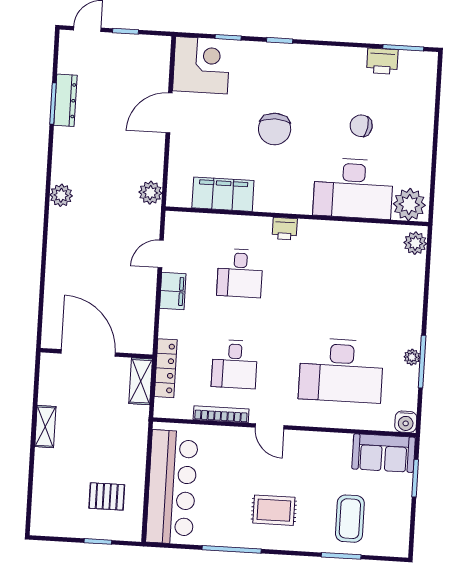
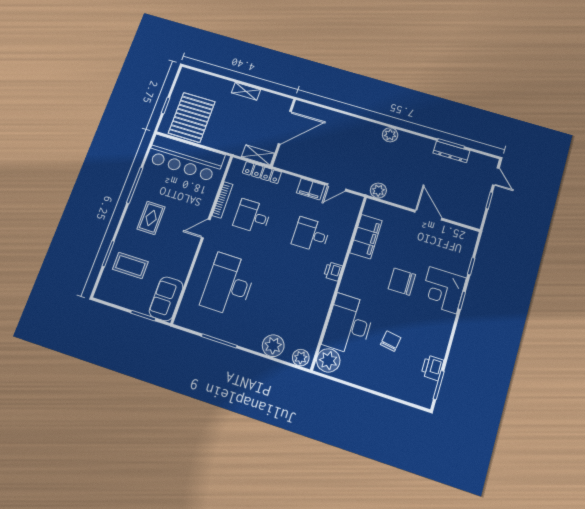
corner desk: (201, 65) -> (443, 290), moved, turned 90
door: (161, 254) -> (337, 187), swing flipped
plant: (412, 357) -> (273, 346), moved, width x1.88, depth x1.88
water cooler: (406, 422) -> (182, 319), removed
pallet: (107, 496) -> (192, 117), width x2.05, depth x2.00

